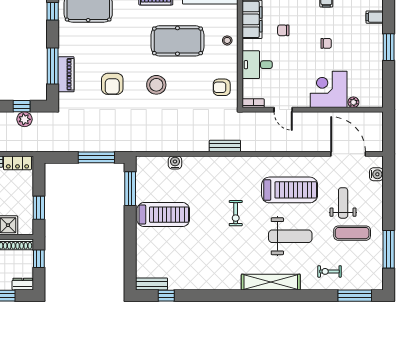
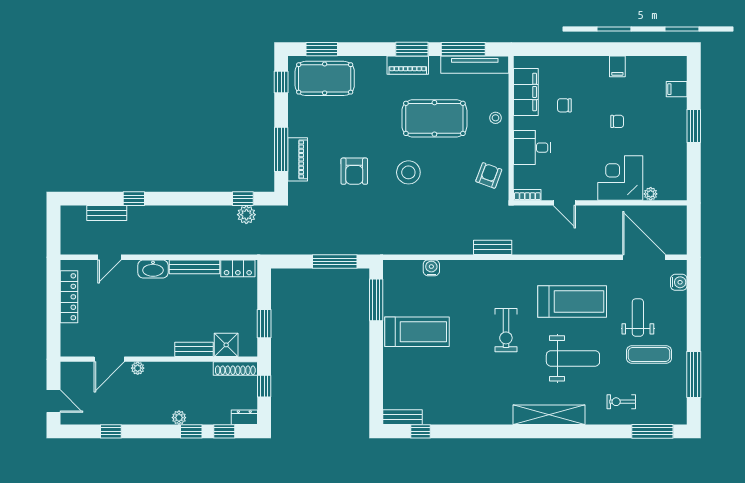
armchair: (222, 87) -> (489, 175), turned 110
exercise bike: (236, 213) -> (506, 330), width x1.38, depth x1.39

